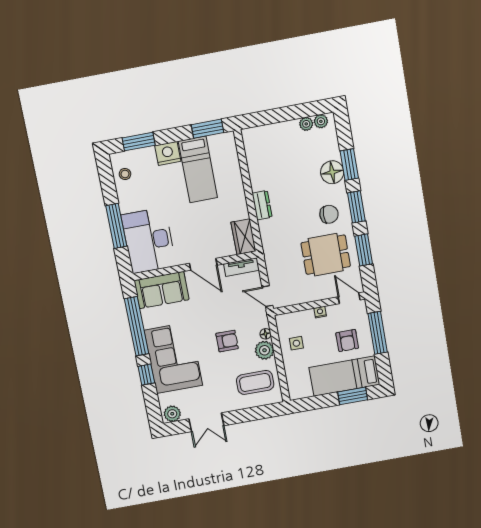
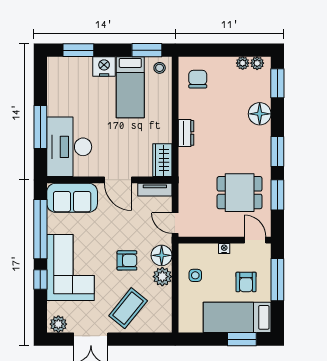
window: (349, 165) -> (277, 83), moved
stool: (125, 174) -> (160, 68), moved
chair: (329, 214) -> (198, 79), moved, turned -90
floor lamp: (266, 334) -> (162, 255), width x1.89, depth x1.89
coffee table: (255, 382) -> (128, 308), moved, turned -51

